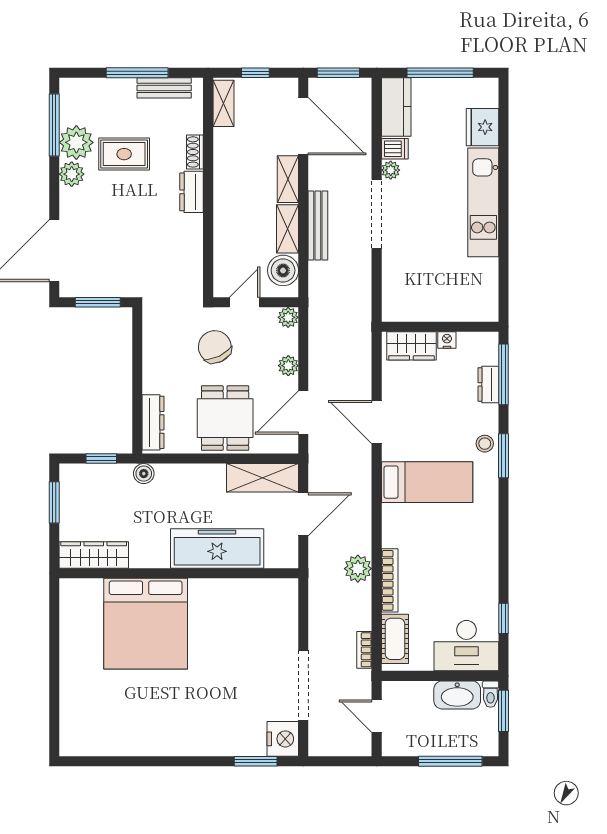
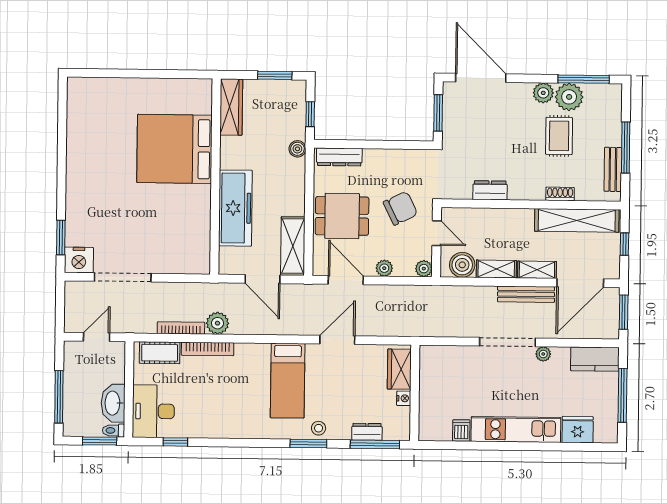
shelving: (223, 103) -> (577, 220), width x2.20, depth x1.33
dishwasher: (395, 149) -> (461, 430), moved, turned 180
dresser: (192, 192) -> (490, 190), moved
bench: (318, 225) -> (526, 294), moved
bookcase: (364, 650) -> (181, 328), moved, width x1.56

